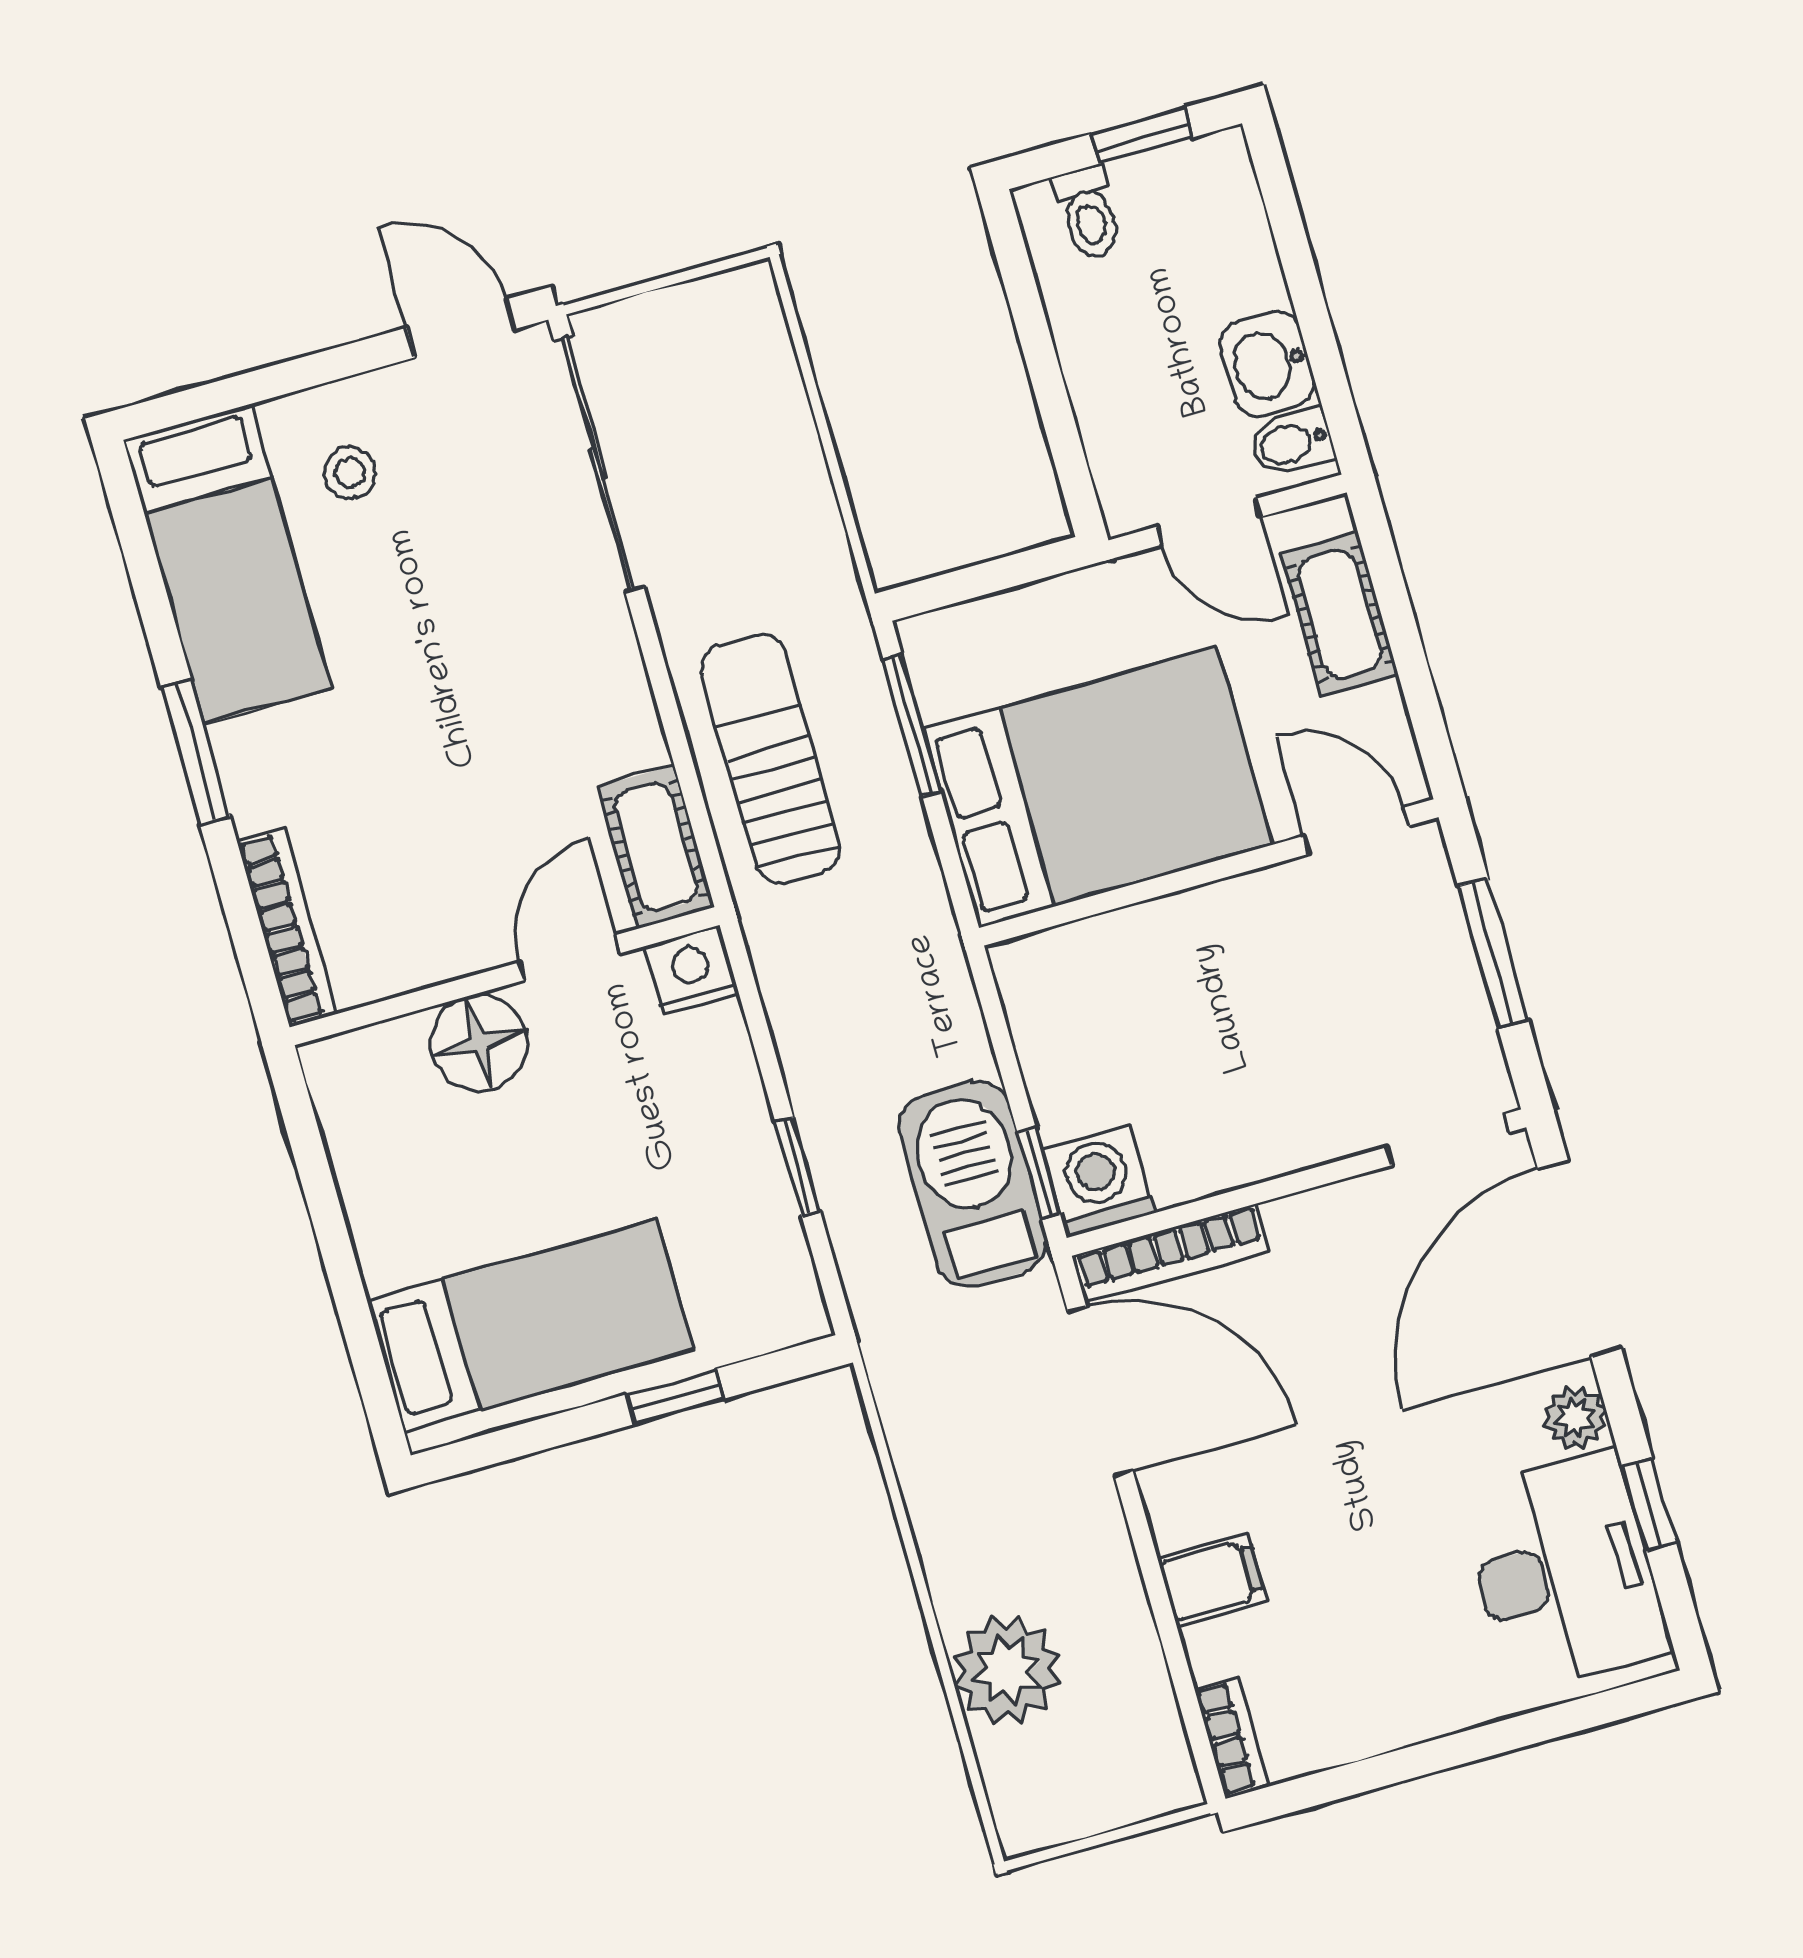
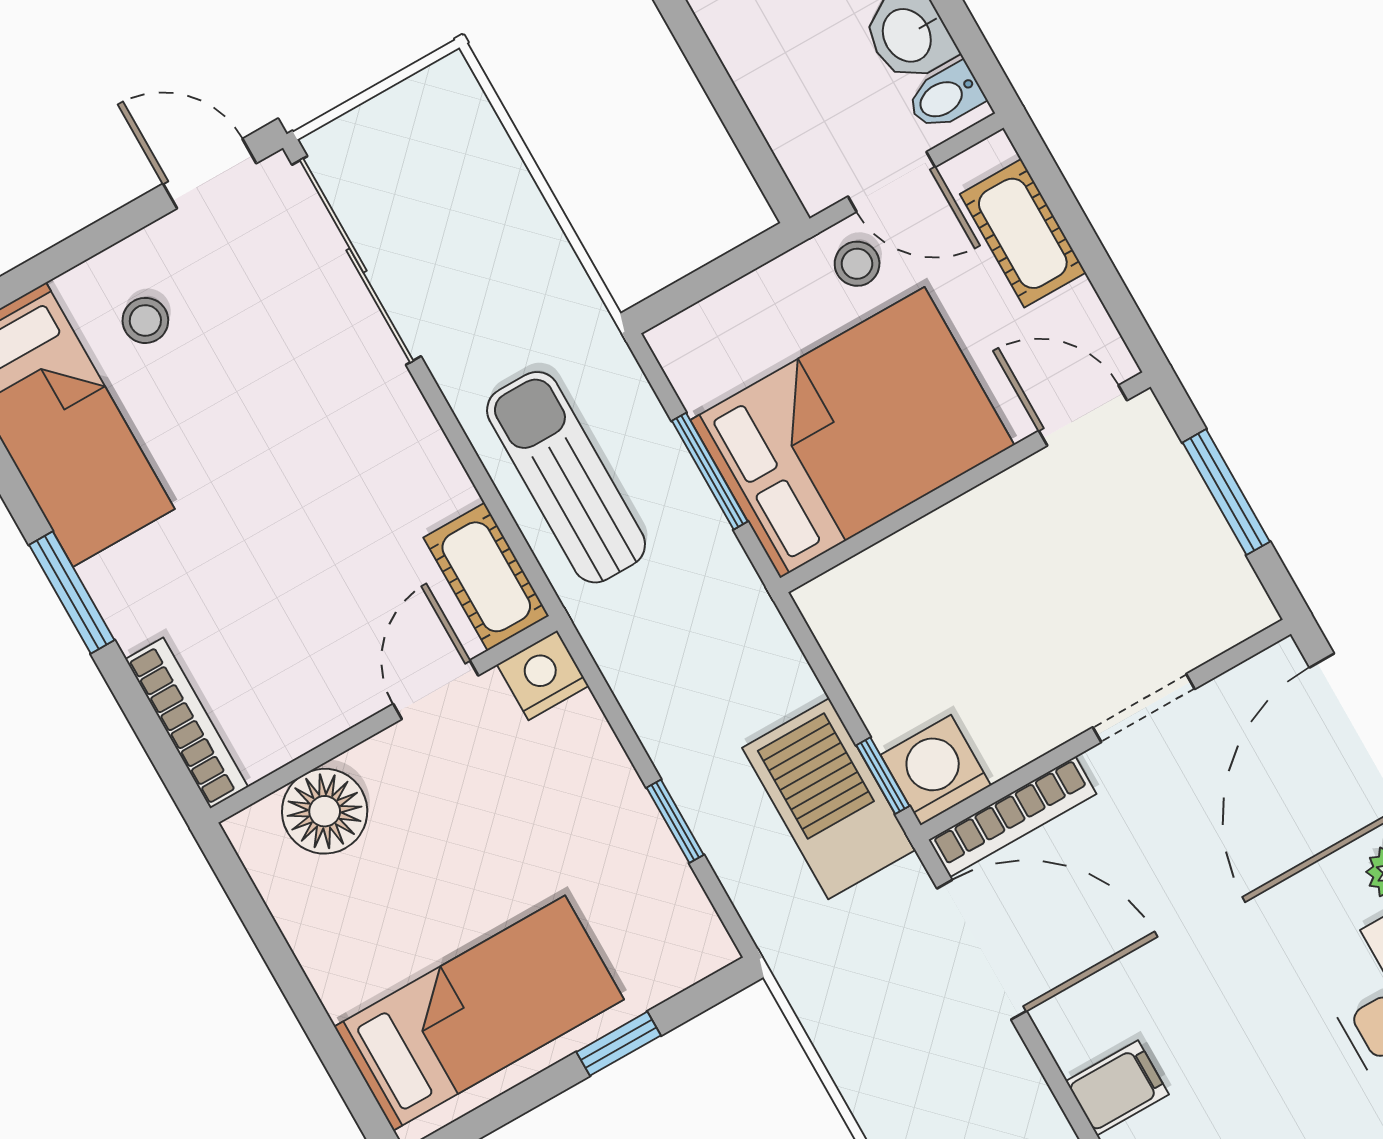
stool: (1149, 603) -> (857, 264), added
window: (912, 725) -> (710, 471), moved
floor lamp: (479, 1043) -> (325, 811), moved
doorway: (1448, 1140) -> (1144, 708), moved

